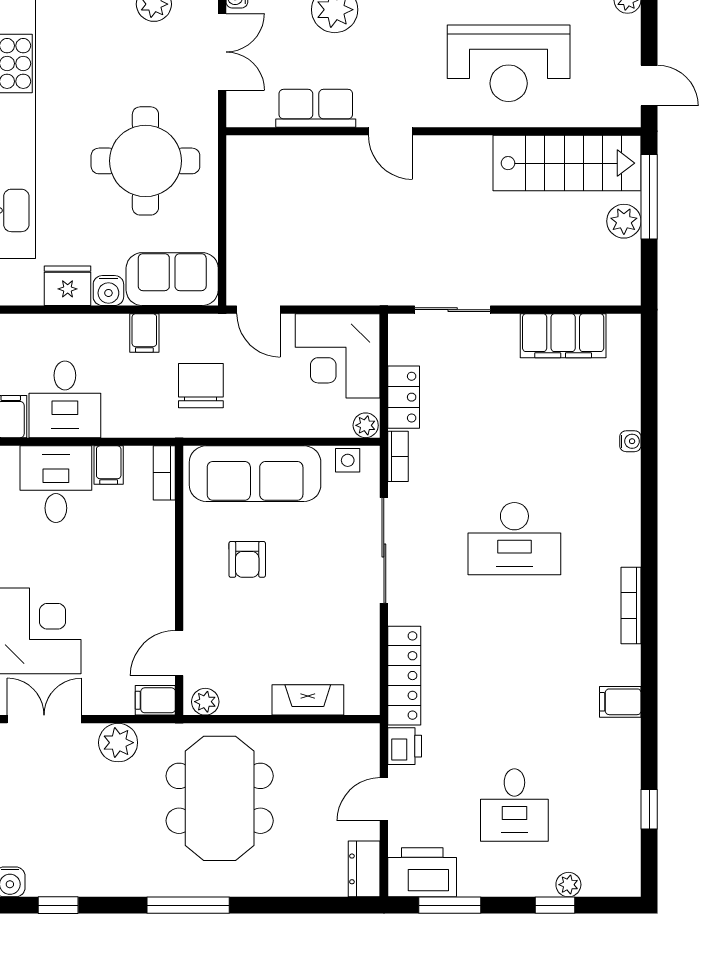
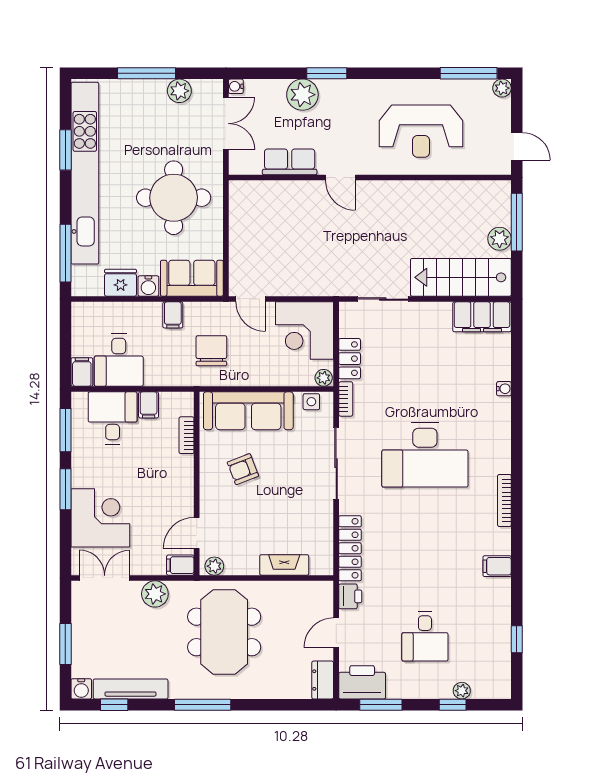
stairs: (567, 163) -> (461, 277), moved, turned 180
filing cabinet: (563, 336) -> (482, 317), moved
bookcase: (164, 473) -> (186, 435), moved
desk: (514, 539) -> (425, 455), width x1.36, depth x1.30
armchair: (247, 559) -> (243, 469), turned 69
tv unit: (82, 882) -> (131, 689), added

